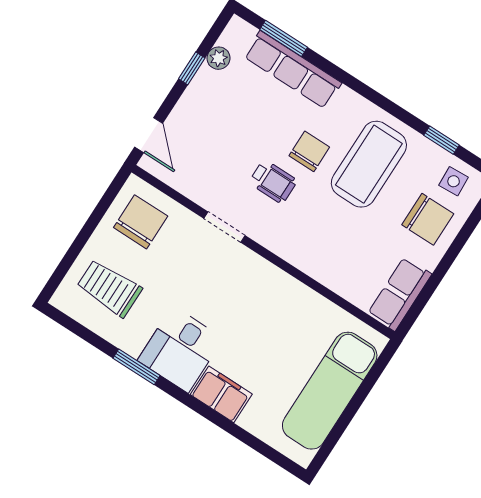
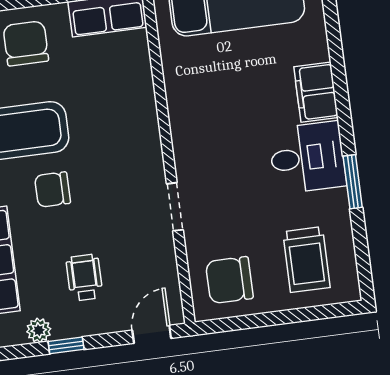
wheelchair: (273, 182) -> (84, 278), moved

